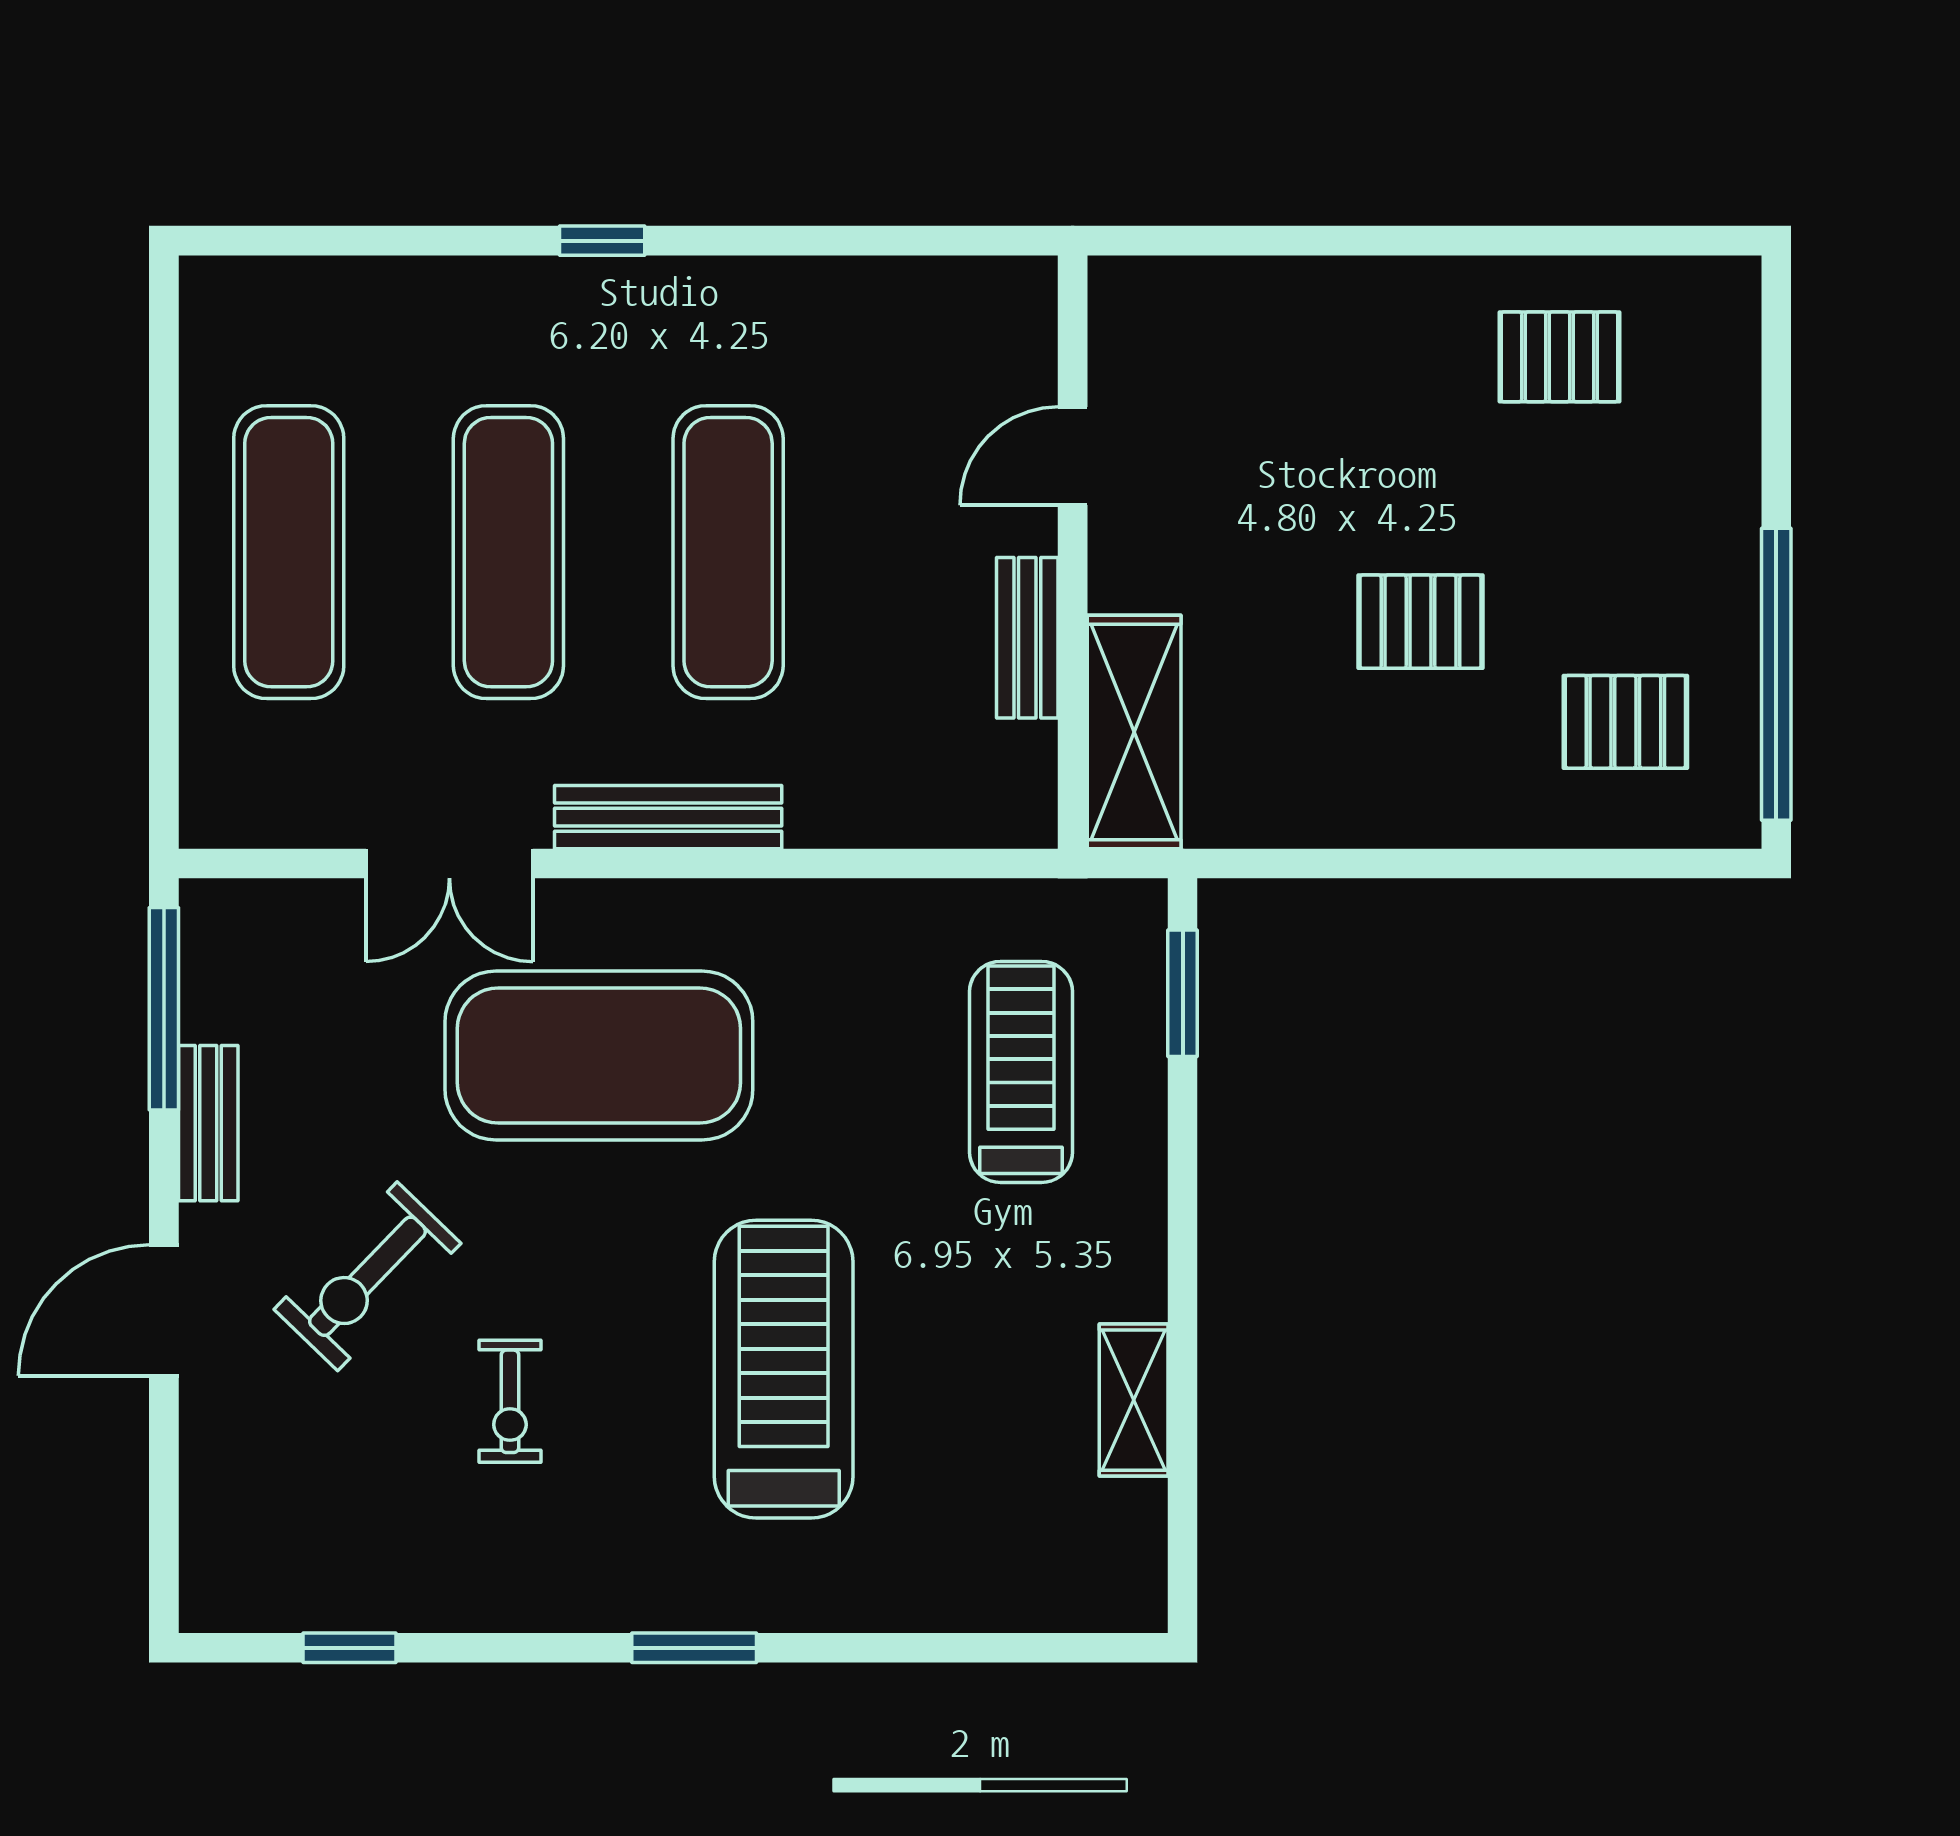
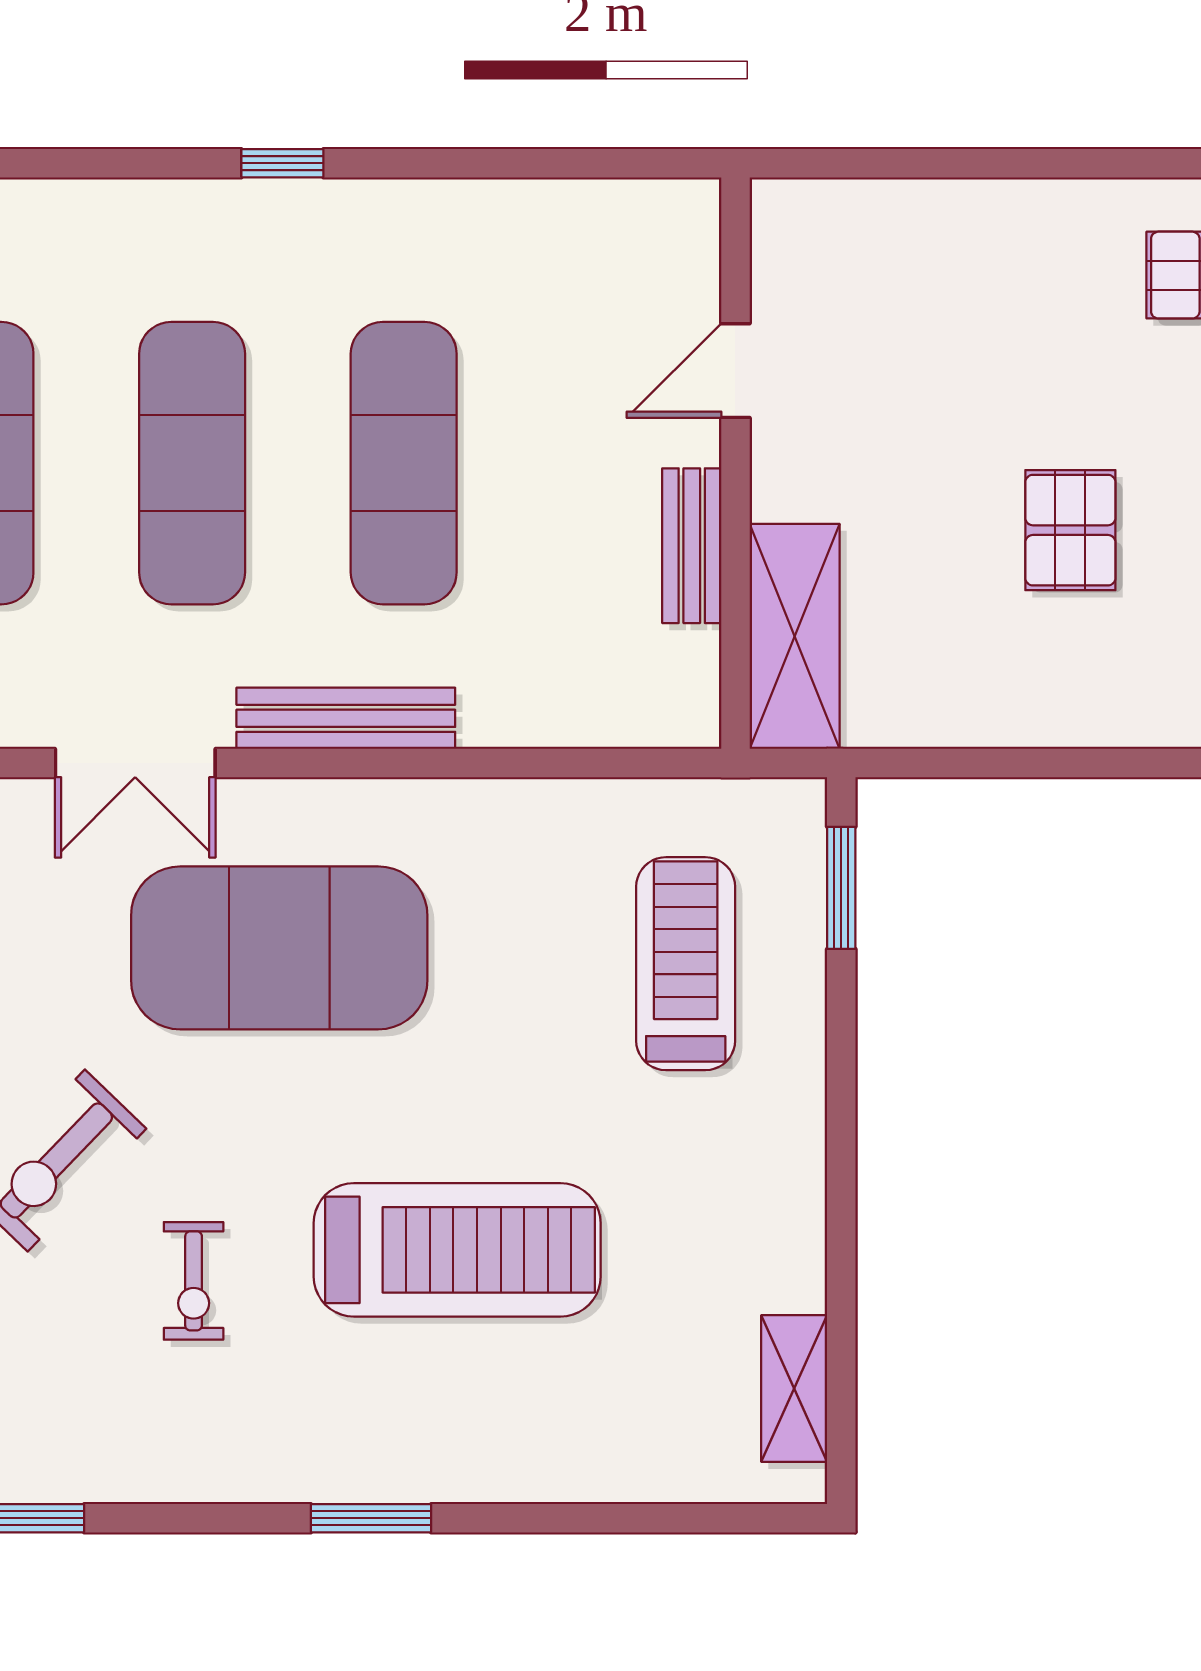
pallet: (1420, 622) -> (1070, 530), turned 90
treadmill: (784, 1369) -> (457, 1250), turned 90
shelving: (1134, 1400) -> (794, 1389), moved

